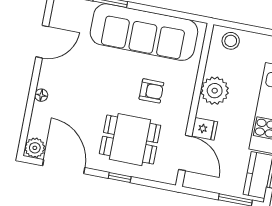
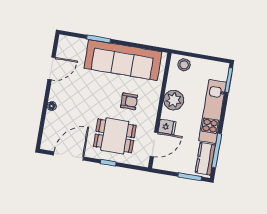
plant: (35, 148) -> (48, 143), removed
door: (185, 153) -> (154, 144), hinge flipped
door: (64, 167) -> (69, 156), hinge flipped

